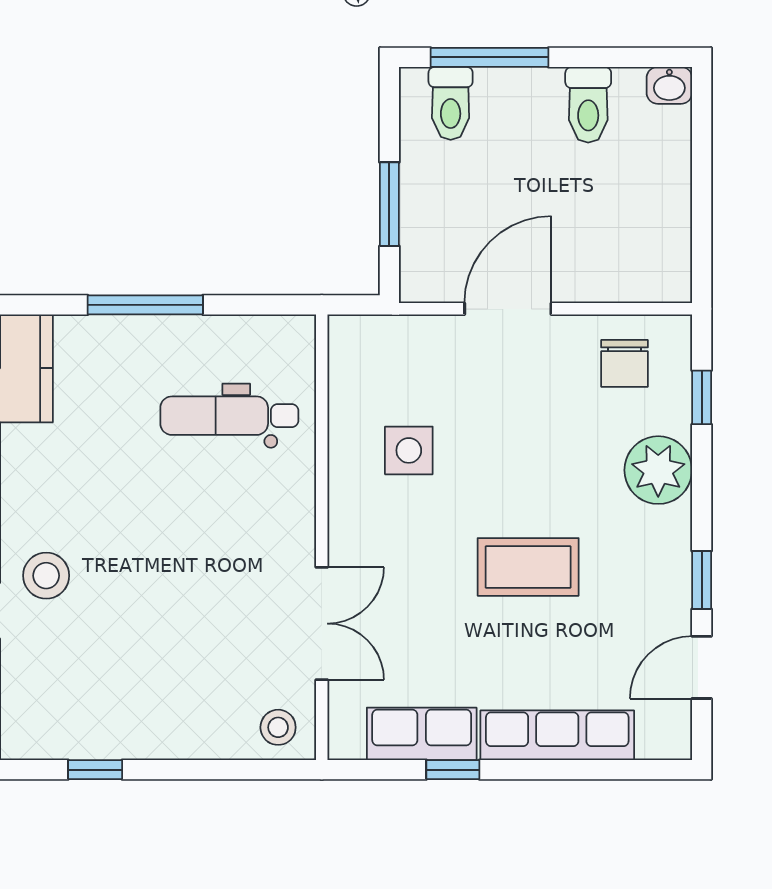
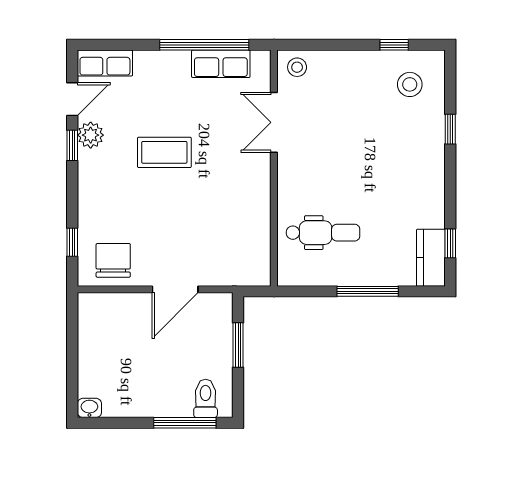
toilet: (588, 105) -> (132, 398), removed
chair: (625, 363) -> (113, 260), width x1.37, depth x1.37
side table: (409, 450) -> (228, 214), removed
plant: (658, 470) -> (91, 135), moved, width x0.73, depth x0.73
stool: (46, 576) -> (410, 84), moved
row of seats: (557, 735) -> (105, 63), moved, width x0.68
window: (453, 770) -> (204, 45), width x3.17

